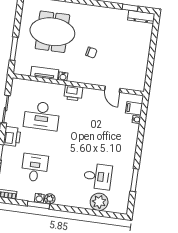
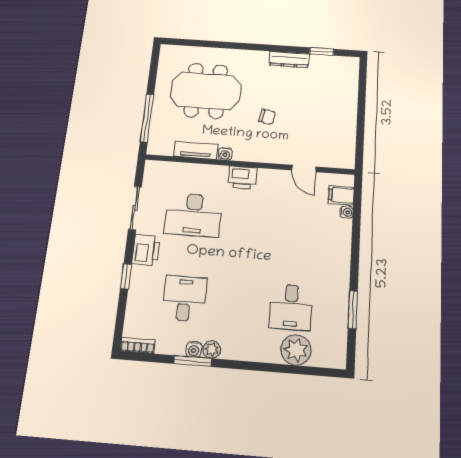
dresser: (141, 17) -> (289, 60), moved
window: (14, 49) -> (147, 118), width x1.44
desk: (98, 176) -> (291, 307), turned 90

